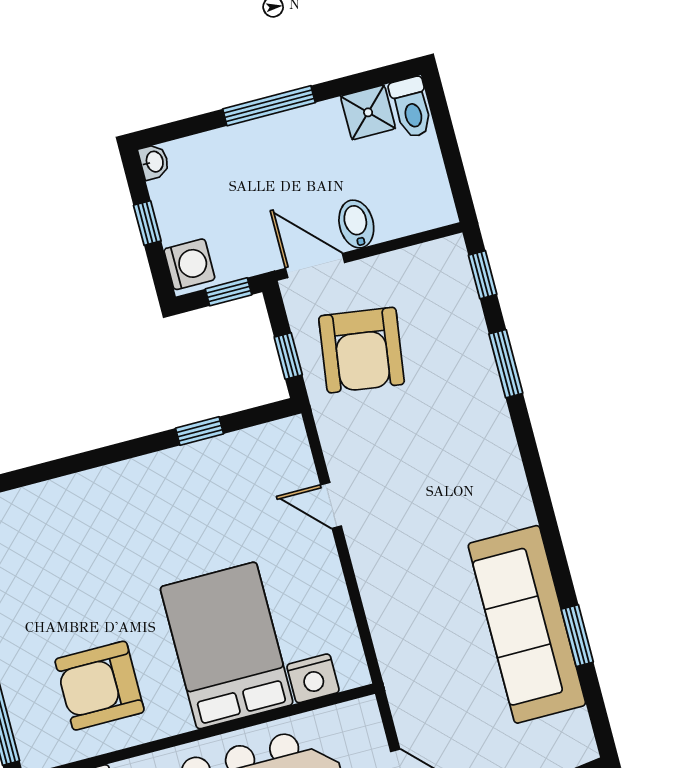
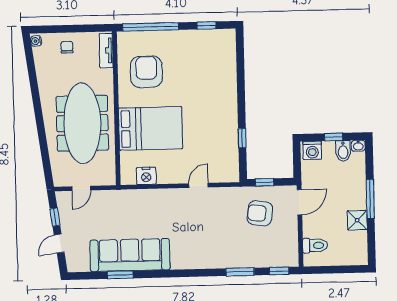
toilet: (411, 107) -> (315, 245), moved, turned 180
shower: (368, 112) -> (357, 220), moved
bidet: (356, 224) -> (343, 151), moved, turned 90
window: (228, 292) -> (297, 164), removed
armchair: (362, 350) -> (260, 213), width x0.73, depth x0.73
nightstand: (313, 678) -> (146, 176), moved, turned -90

